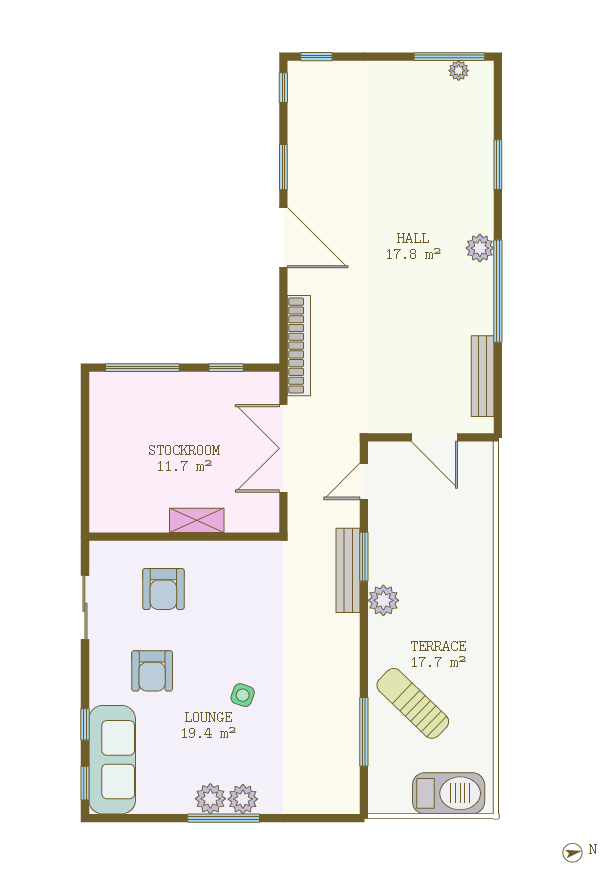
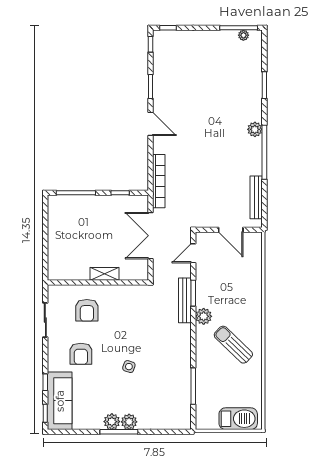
door: (283, 238) -> (151, 124), width x0.73
sun lounger: (413, 703) -> (233, 345), moved

